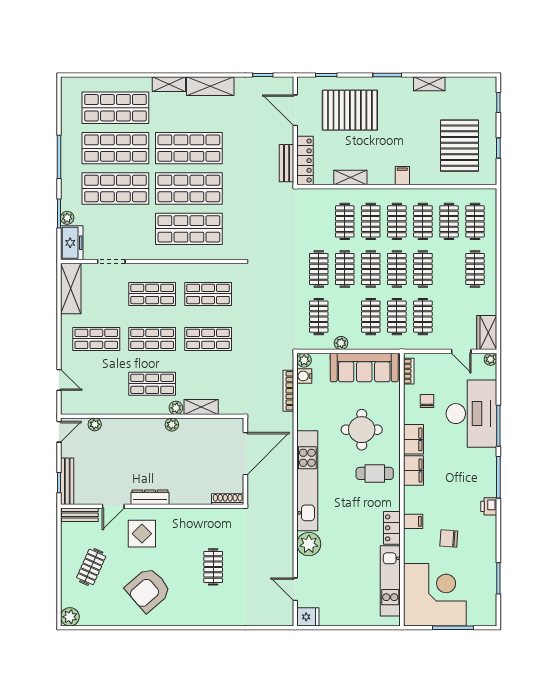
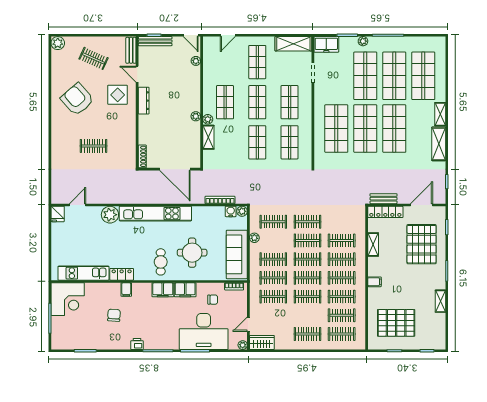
plant: (67, 218) -> (363, 41), moved
corner desk: (435, 595) -> (68, 299), width x0.74, depth x0.74

